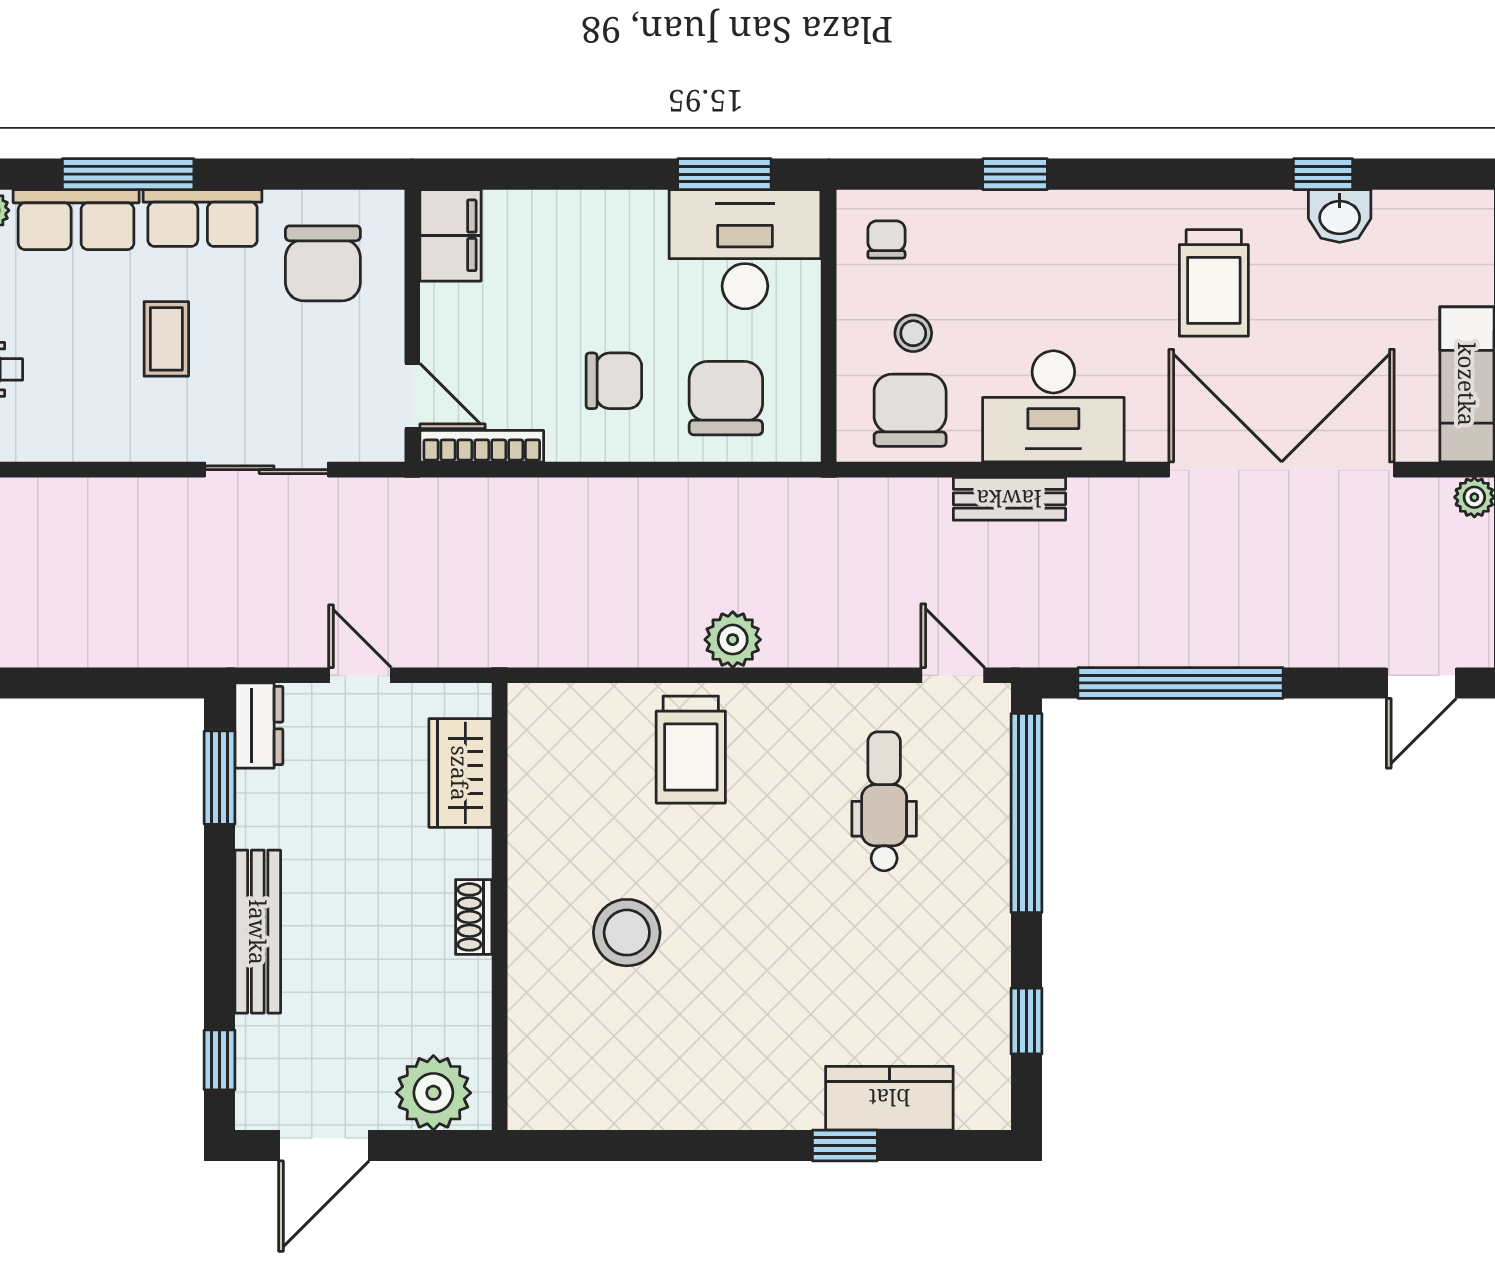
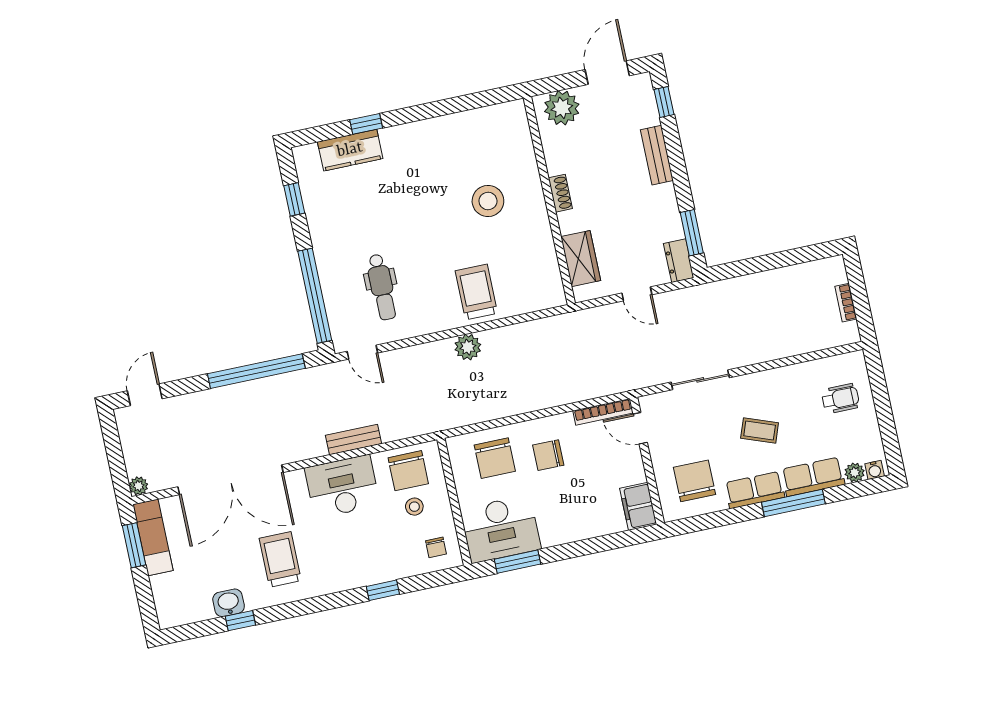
coffee table: (166, 339) -> (760, 431), turned -70
bench: (258, 932) -> (657, 155), width x0.73

